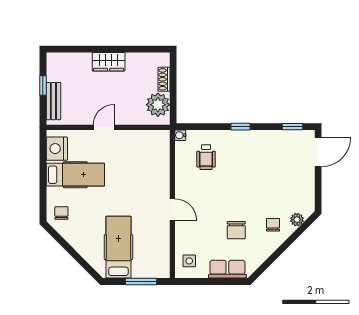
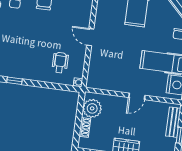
window: (241, 127) -> (15, 81), moved
door: (172, 210) -> (90, 37), moved

